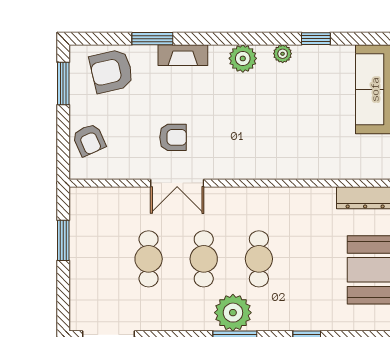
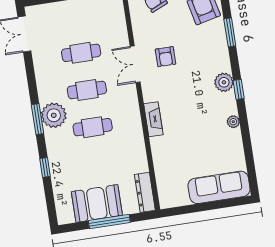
window: (316, 39) -> (239, 89), moved
fireplace: (183, 55) -> (153, 119), moved, turned 180
plant: (243, 58) -> (224, 82), moved

